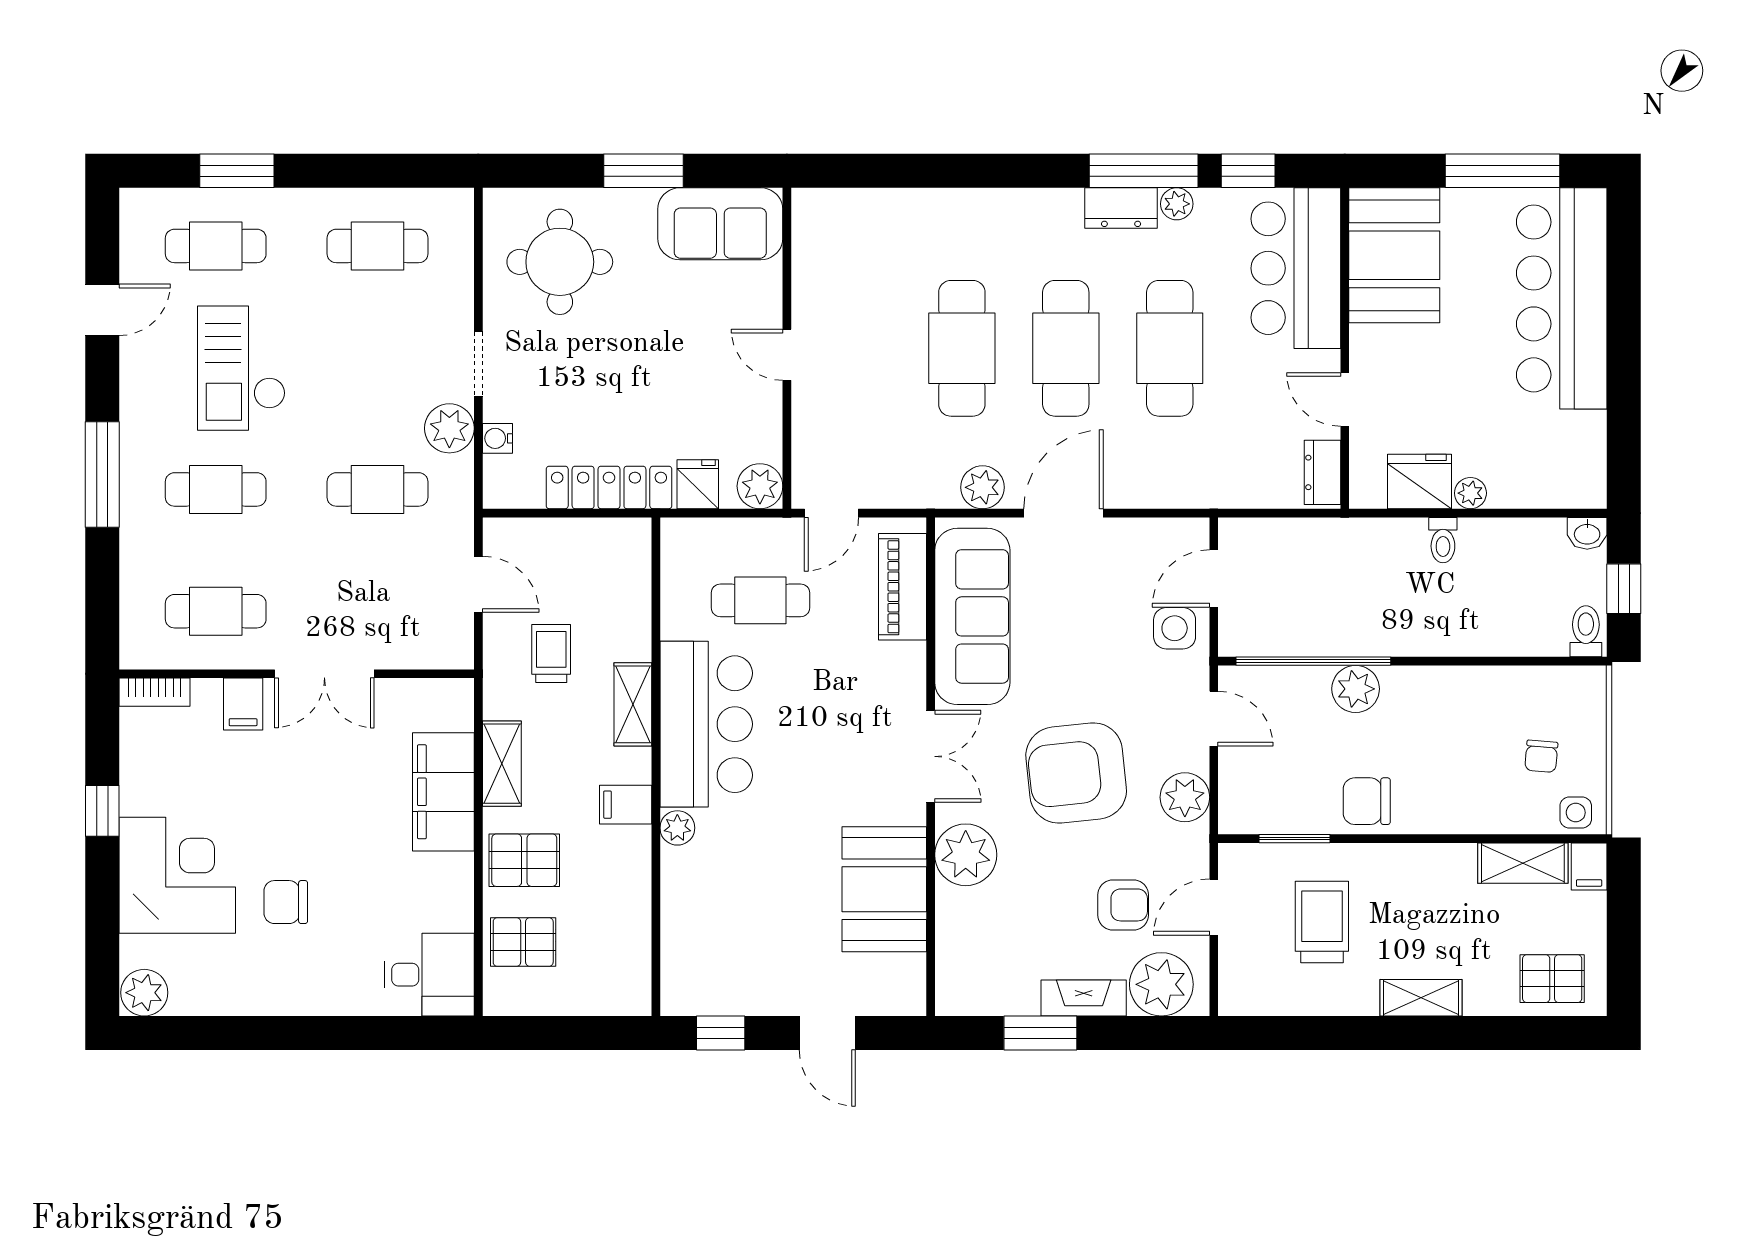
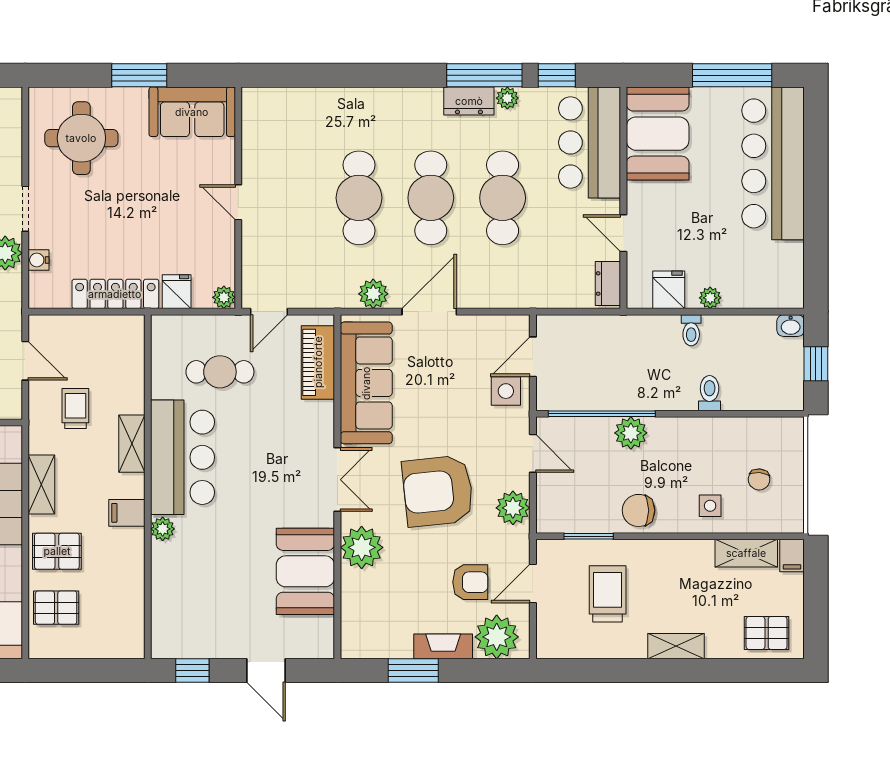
fridge: (1419, 481) -> (669, 290), width x0.72
plant: (760, 486) -> (224, 297), width x0.73, depth x0.73
toilet: (1586, 631) -> (710, 393), moved
side table: (1576, 813) -> (710, 506), moved

